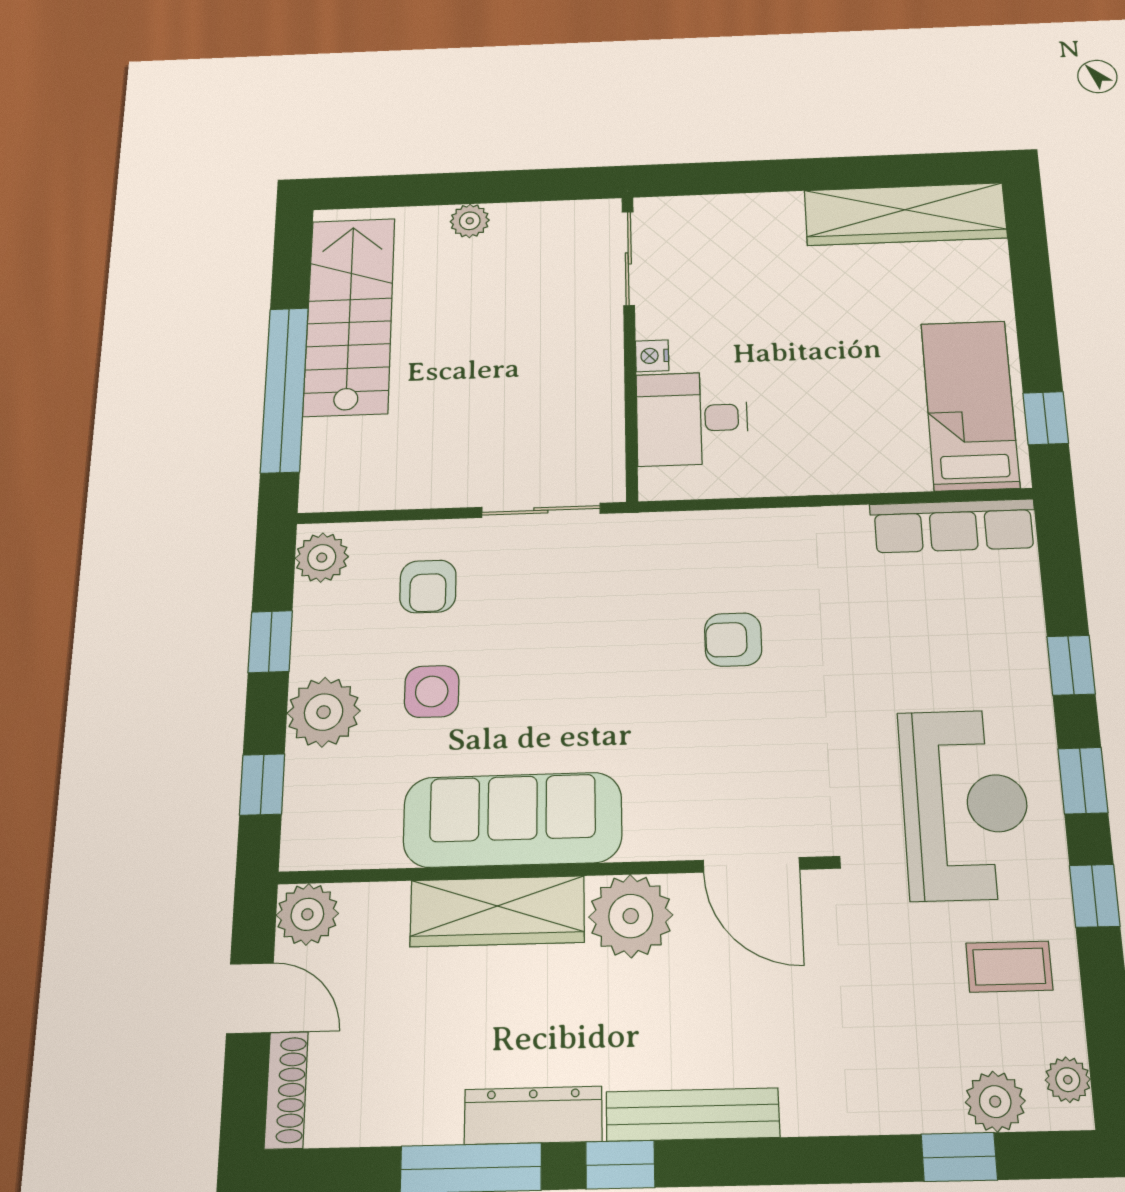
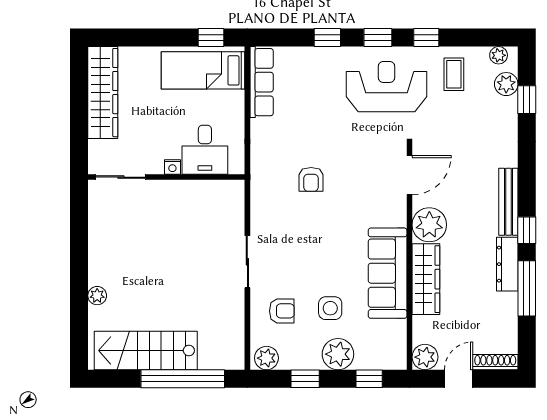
sliding door: (628, 258) -> (121, 177), moved
wall: (630, 345) -> (166, 177), moved
nightstand: (652, 356) -> (172, 167), moved
desk: (692, 419) -> (205, 150), moved

